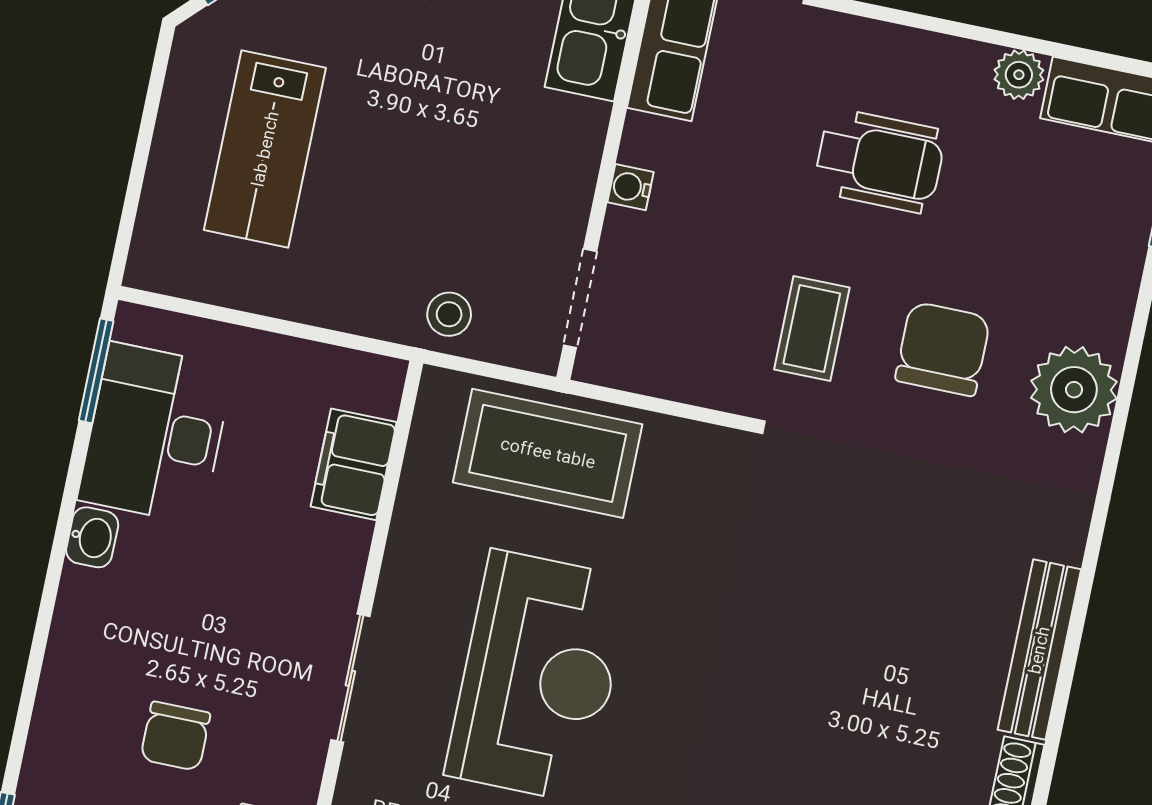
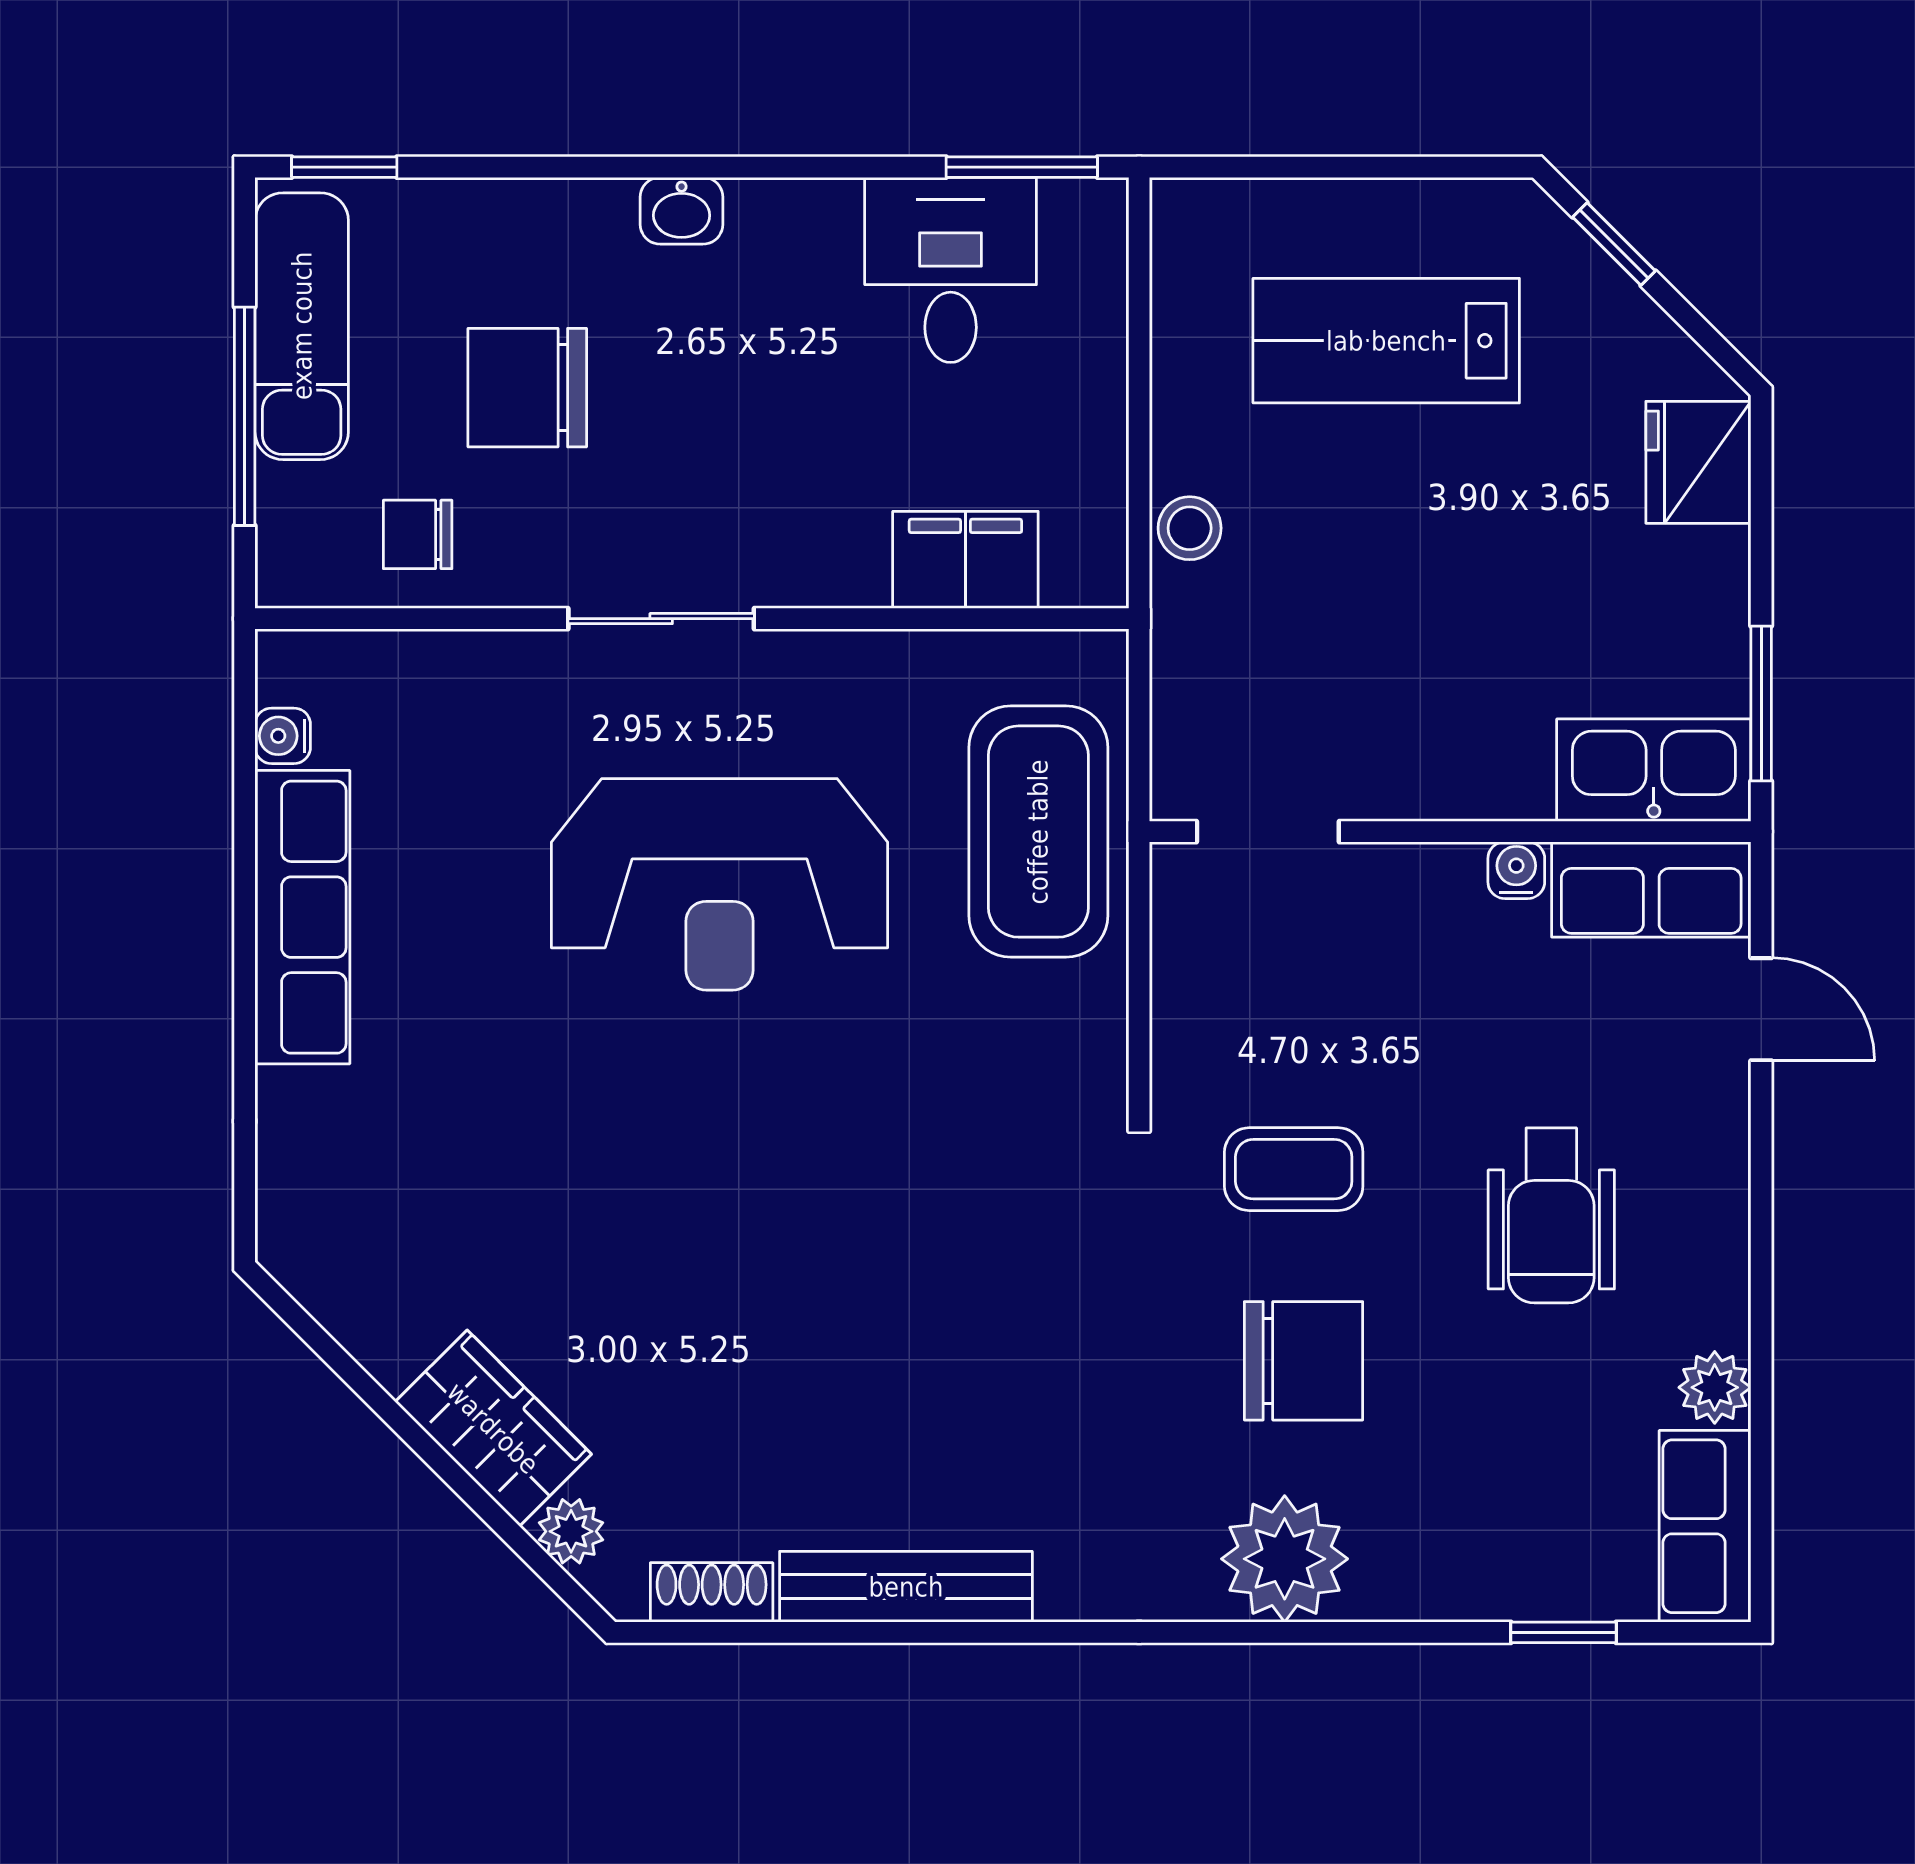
water cooler: (630, 187) -> (1516, 870), moved
stool: (449, 314) -> (1190, 528), moved
desk: (156, 433) -> (951, 270), width x0.73
washbasin: (92, 537) -> (682, 211), moved
chair: (175, 736) -> (527, 388), width x1.37, depth x1.37

